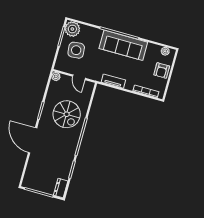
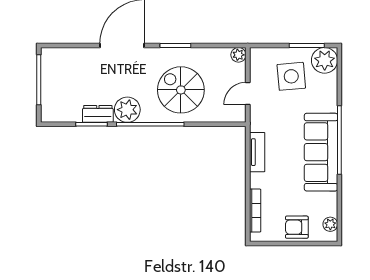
spiral stairs: (67, 114) -> (181, 90), turned 90
plant: (69, 147) -> (127, 110), added
dresser: (61, 188) -> (98, 114), moved

